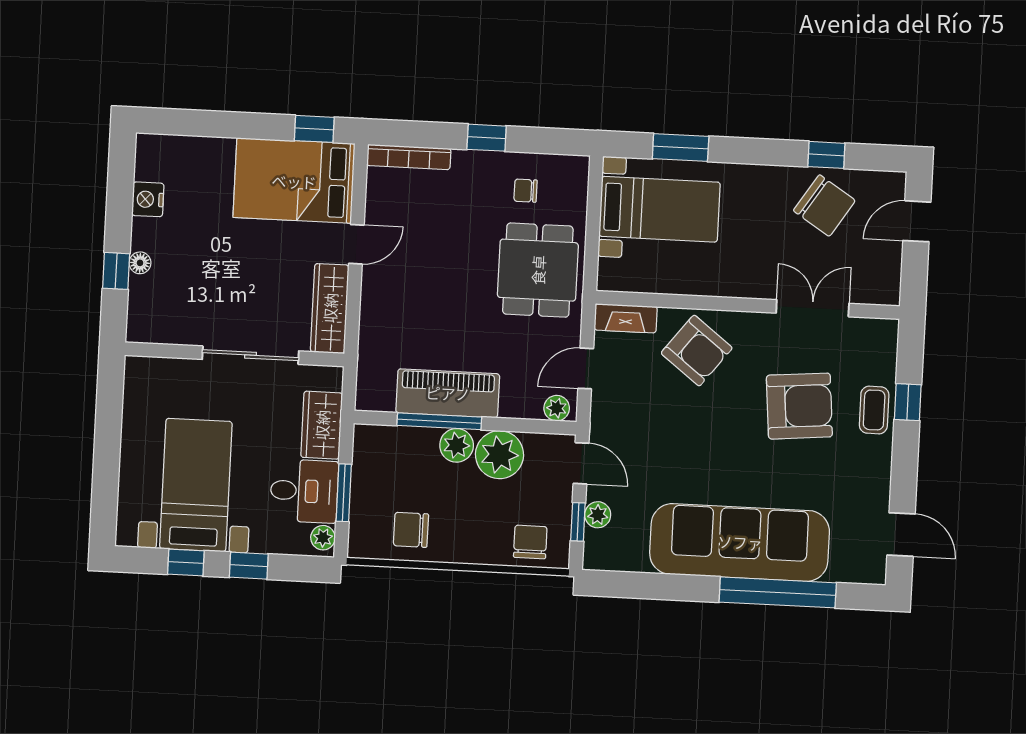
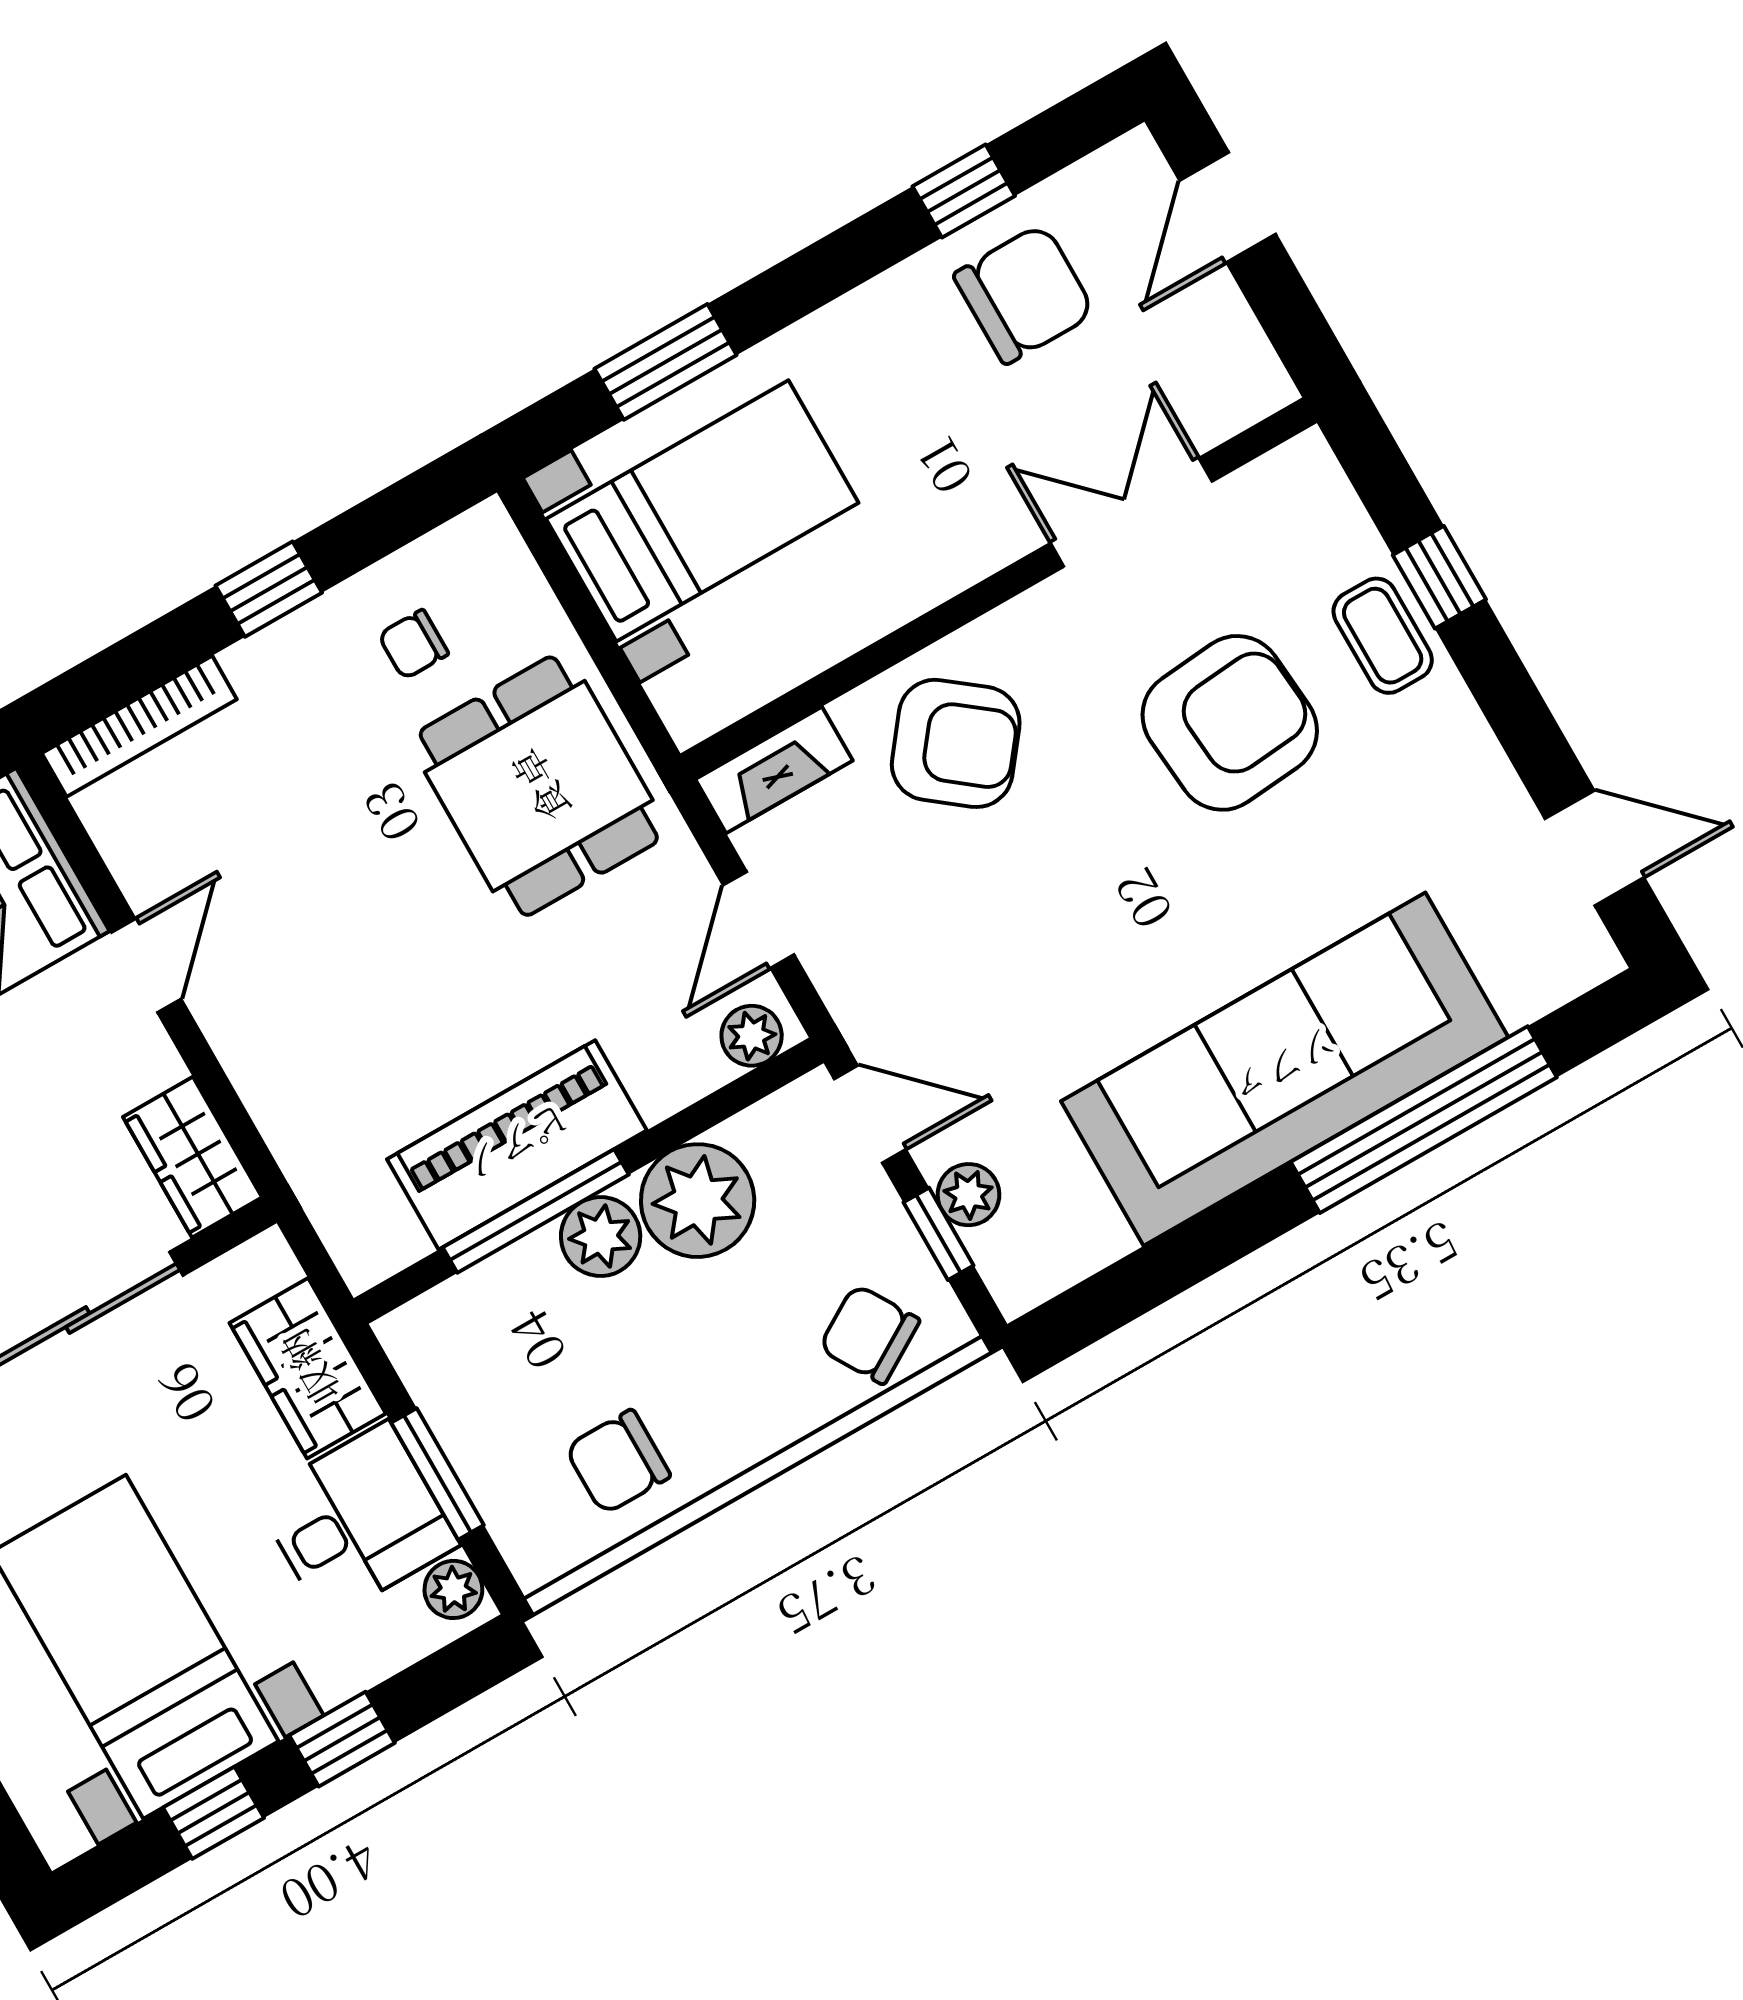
chair: (824, 206) -> (1024, 294), turned -33
wardrobe: (330, 308) -> (192, 1157), width x0.67
chair: (530, 542) -> (869, 1334), turned -31

